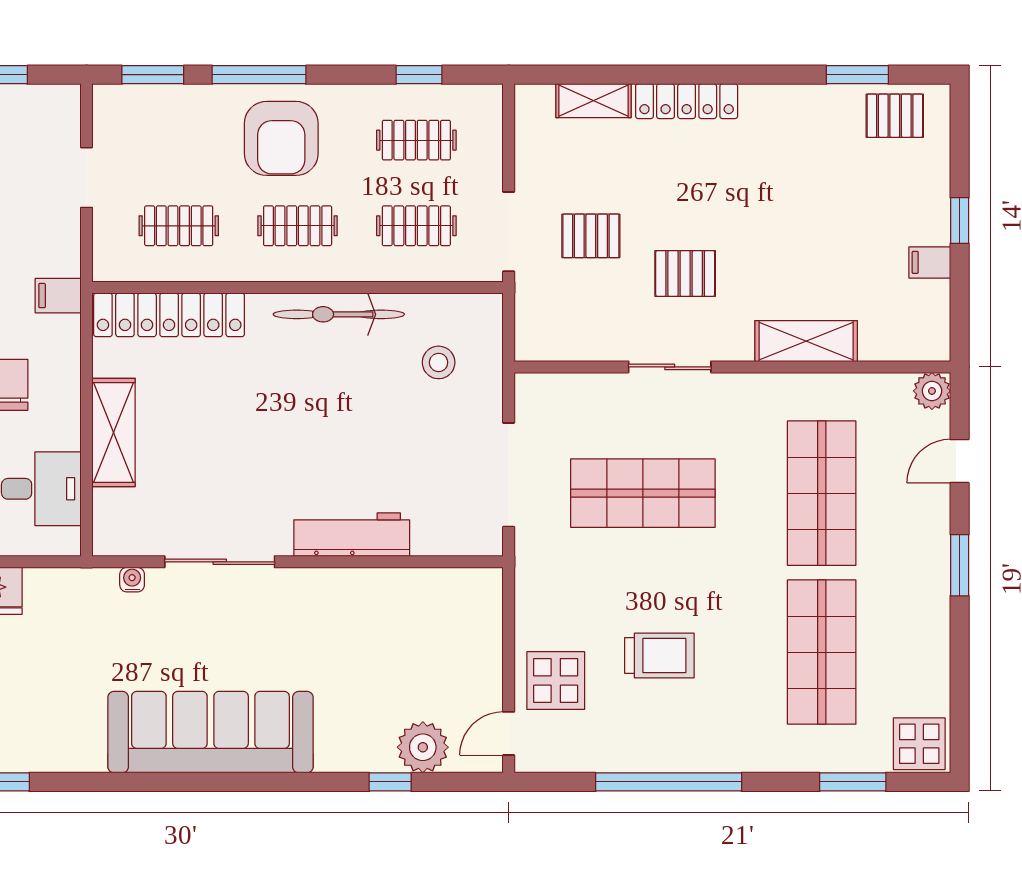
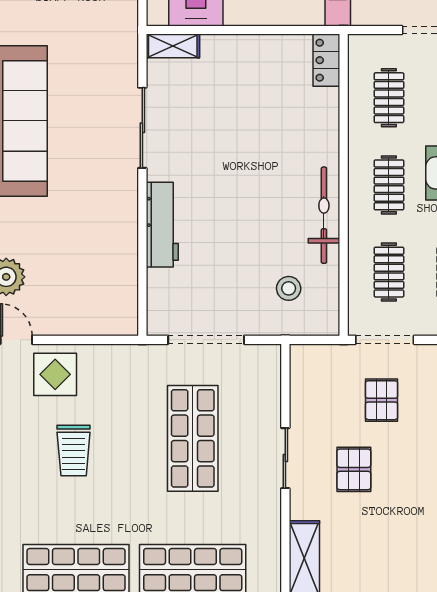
locker: (169, 315) -> (326, 60), width x0.46, depth x0.83
shelving: (114, 432) -> (173, 46), moved, width x0.67, depth x0.75
water cooler: (132, 580) -> (129, 63), removed

